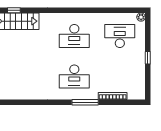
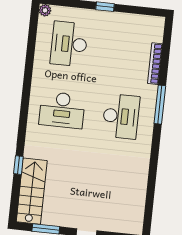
window: (14, 10) -> (18, 165), moved
desk: (74, 36) -> (62, 110), turned 90

